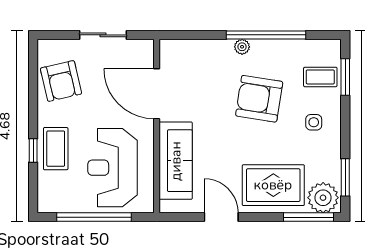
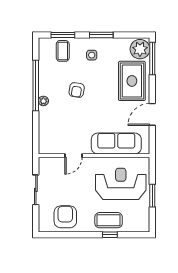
armchair: (61, 81) -> (65, 217), turned -77
door: (157, 94) -> (73, 156), width x0.53
armchair: (259, 99) -> (77, 90), width x0.53, depth x0.53
reception desk: (112, 168) -> (121, 184), turned 180
window: (345, 177) -> (101, 35), moved
window: (94, 217) -> (152, 196), width x0.47

